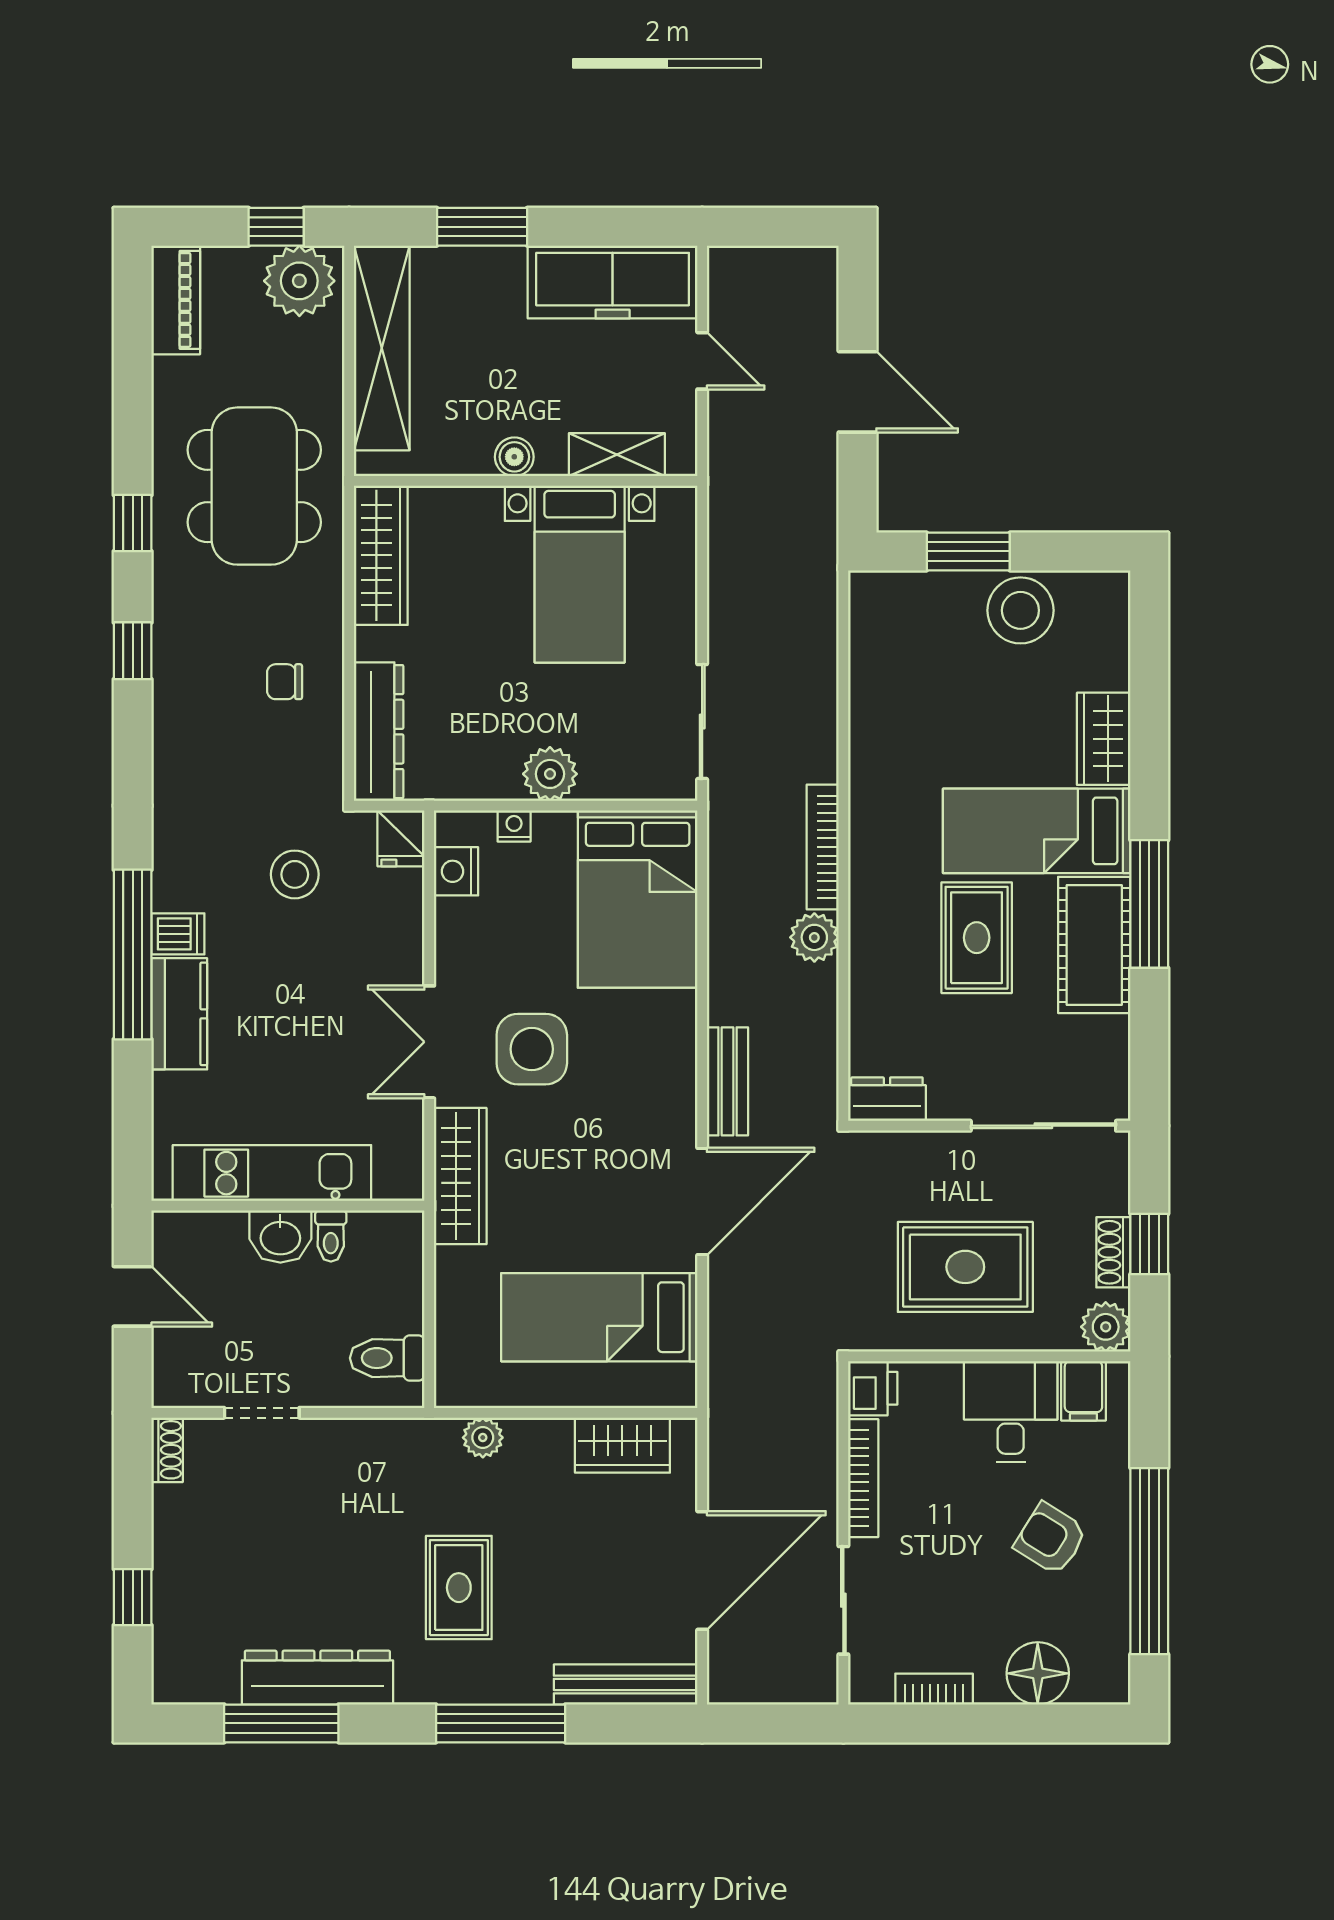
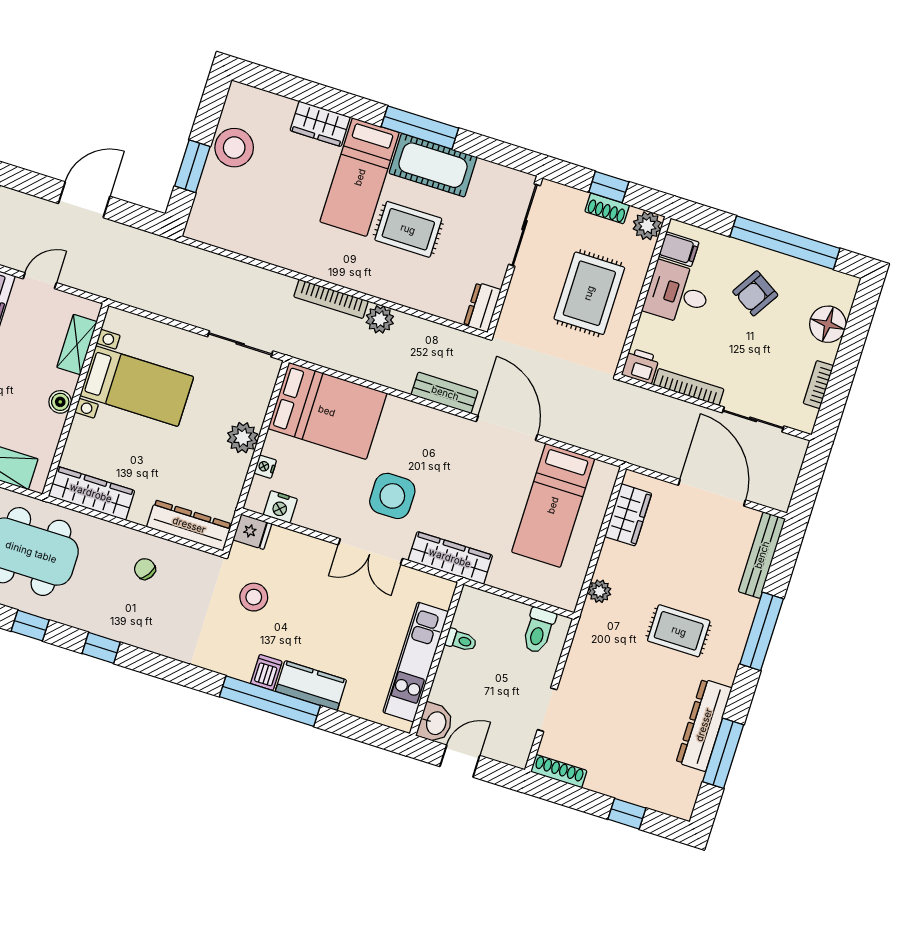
chair: (285, 682) -> (145, 569), turned 123
washbasin: (280, 1237) -> (435, 723), moved
shoe rack: (167, 1450) -> (559, 771), width x1.43

